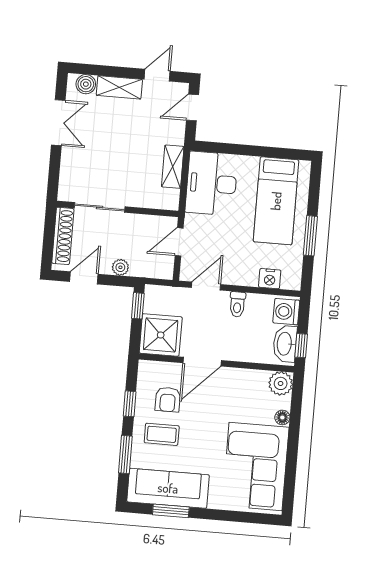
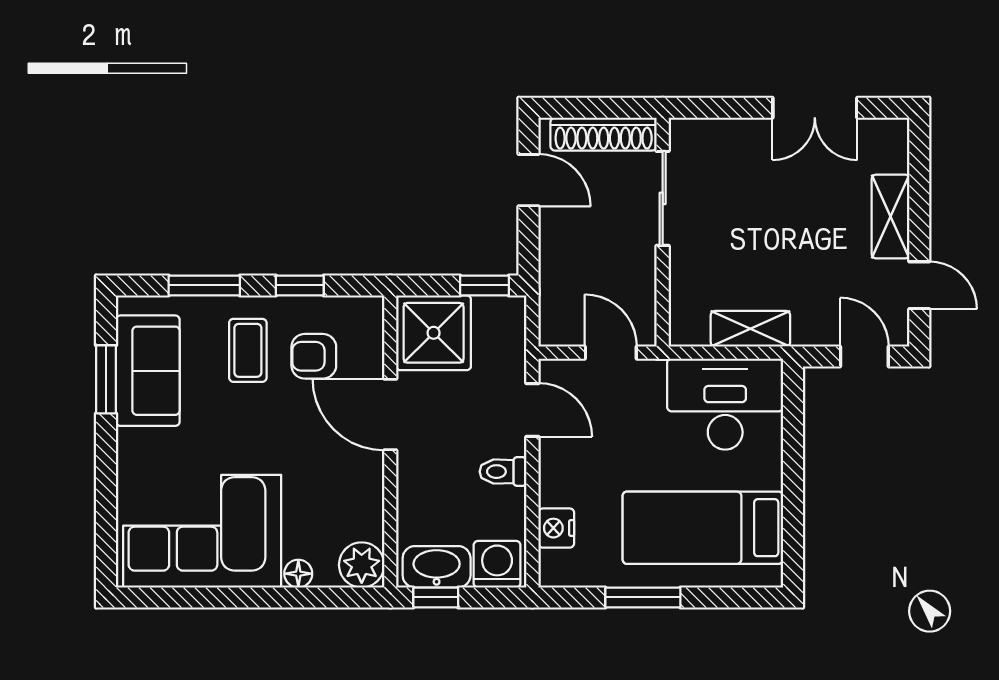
boiler: (86, 84) -> (891, 153), removed
plant: (120, 267) -> (554, 247), removed
sofa: (168, 488) -> (148, 371), width x0.73

